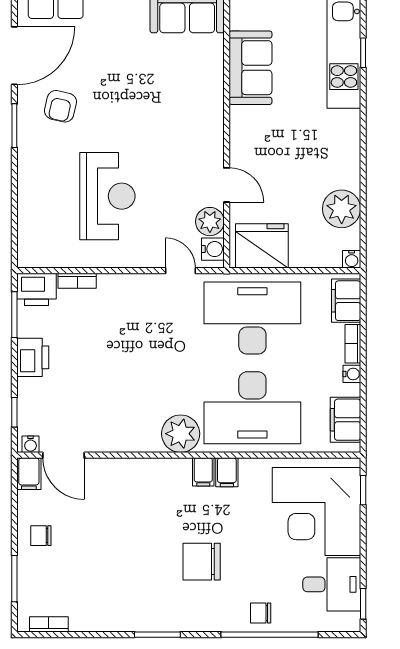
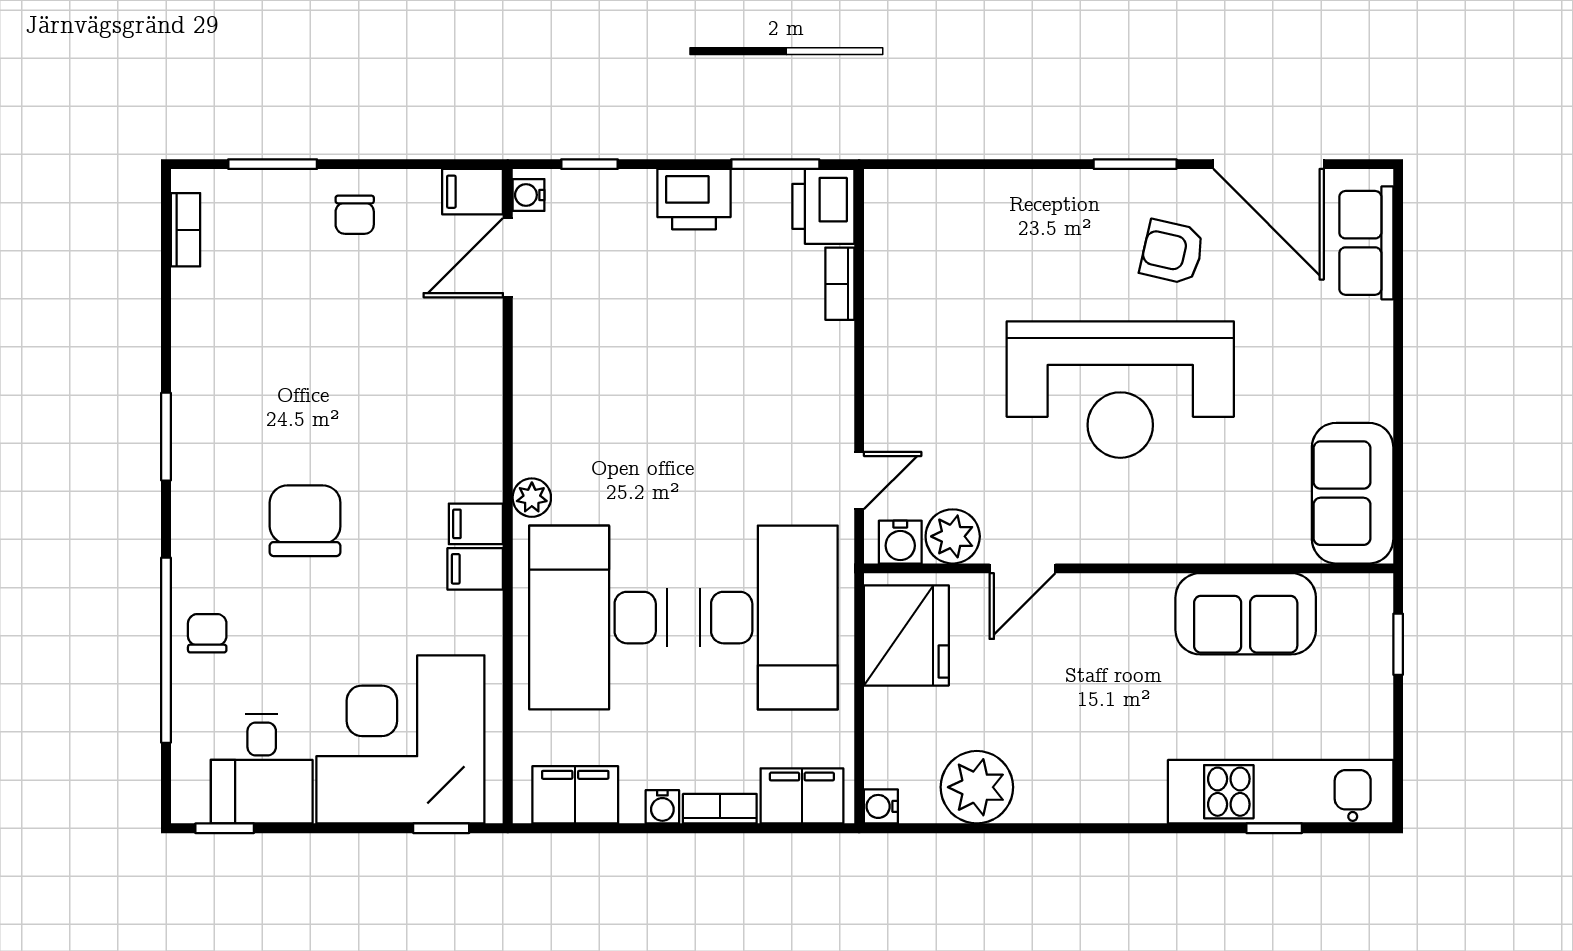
reception desk: (107, 196) -> (1120, 390), moved, width x1.36, depth x1.30
plant: (181, 434) -> (532, 498), width x0.53, depth x0.53
chair: (41, 536) -> (355, 215), turned 180

